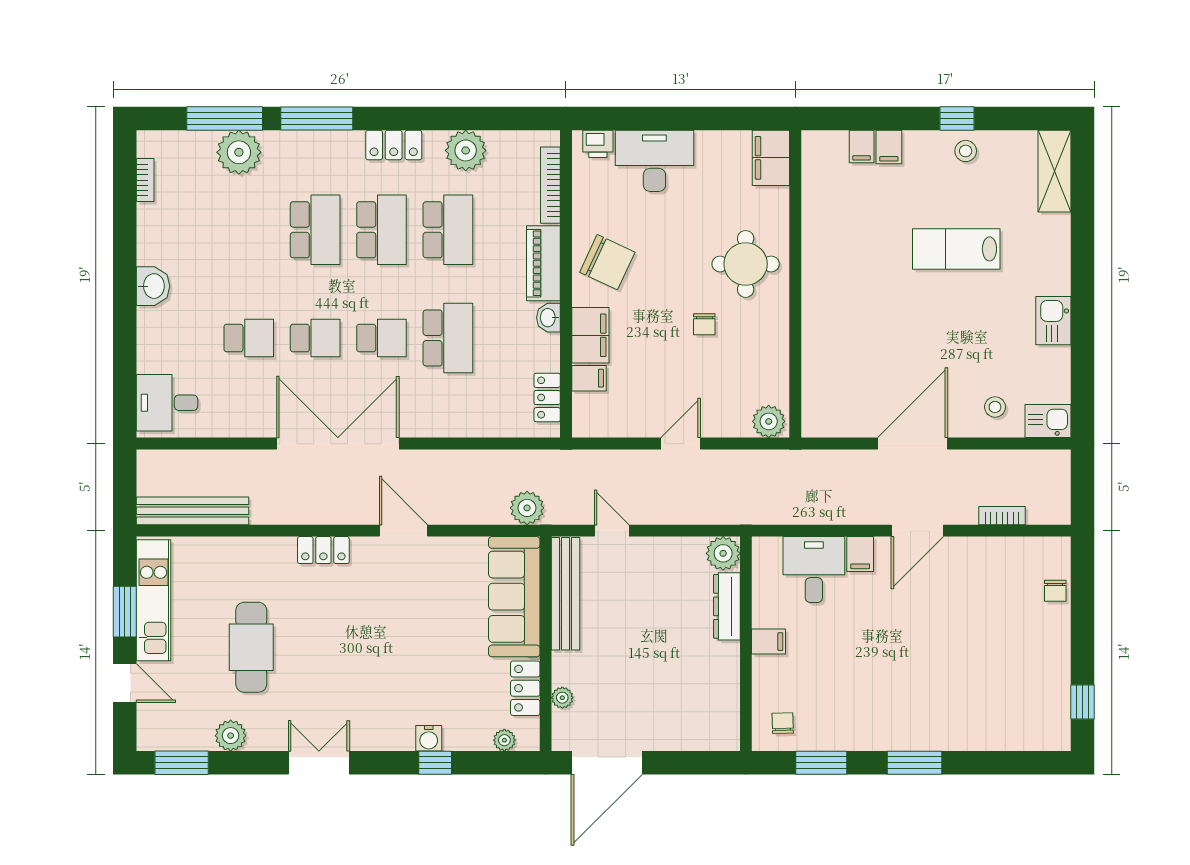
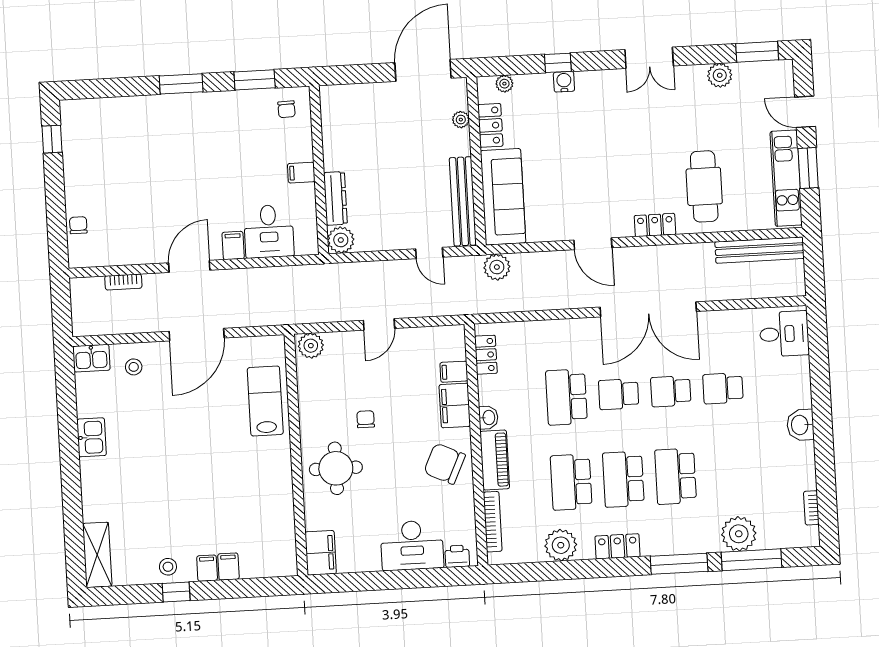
filing cabinet: (862, 146) -> (207, 568), moved
lab bench: (956, 249) -> (265, 401), moved, turned -90
cafe table: (251, 647) -> (704, 186), moved

